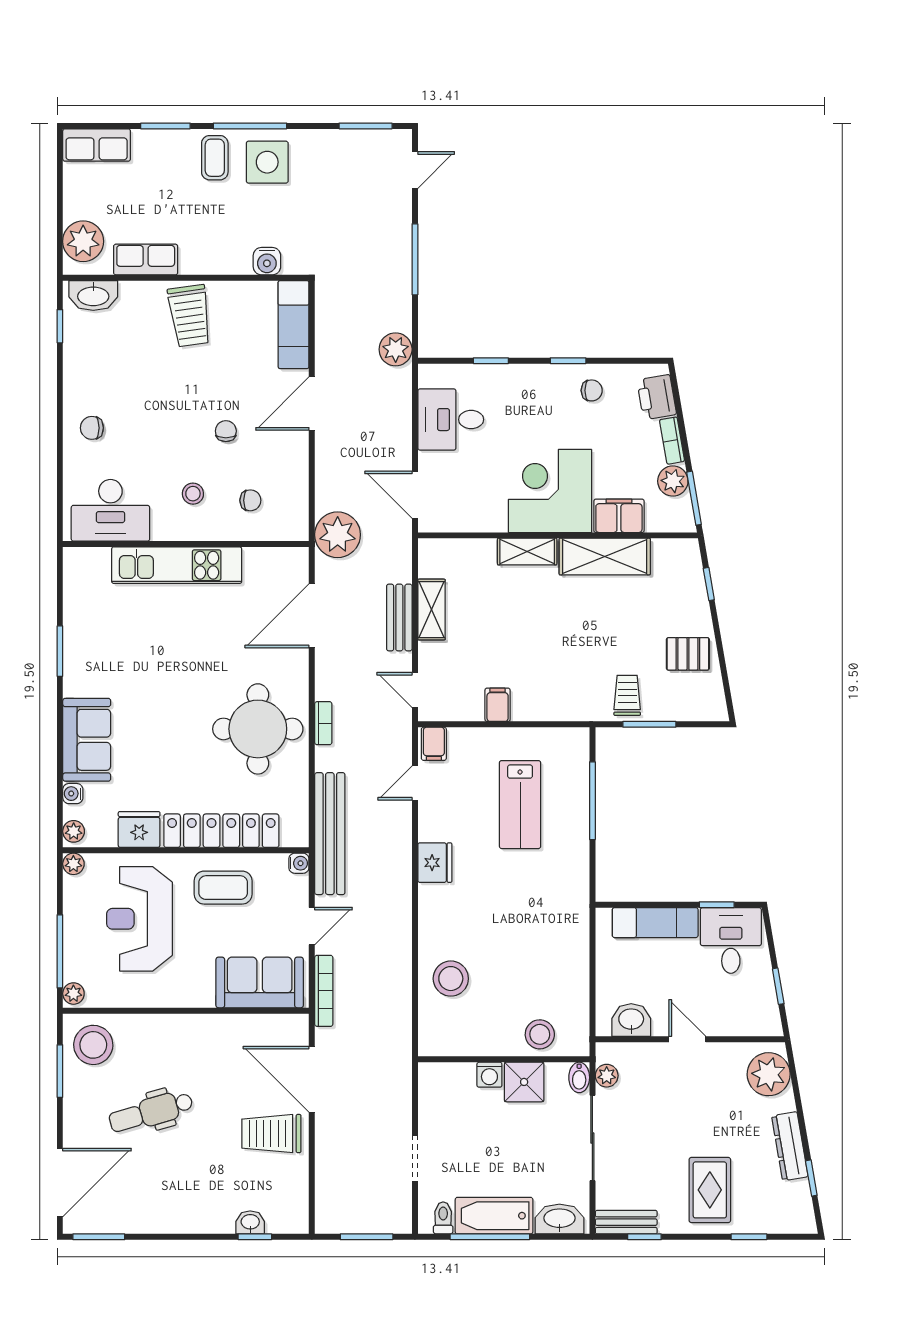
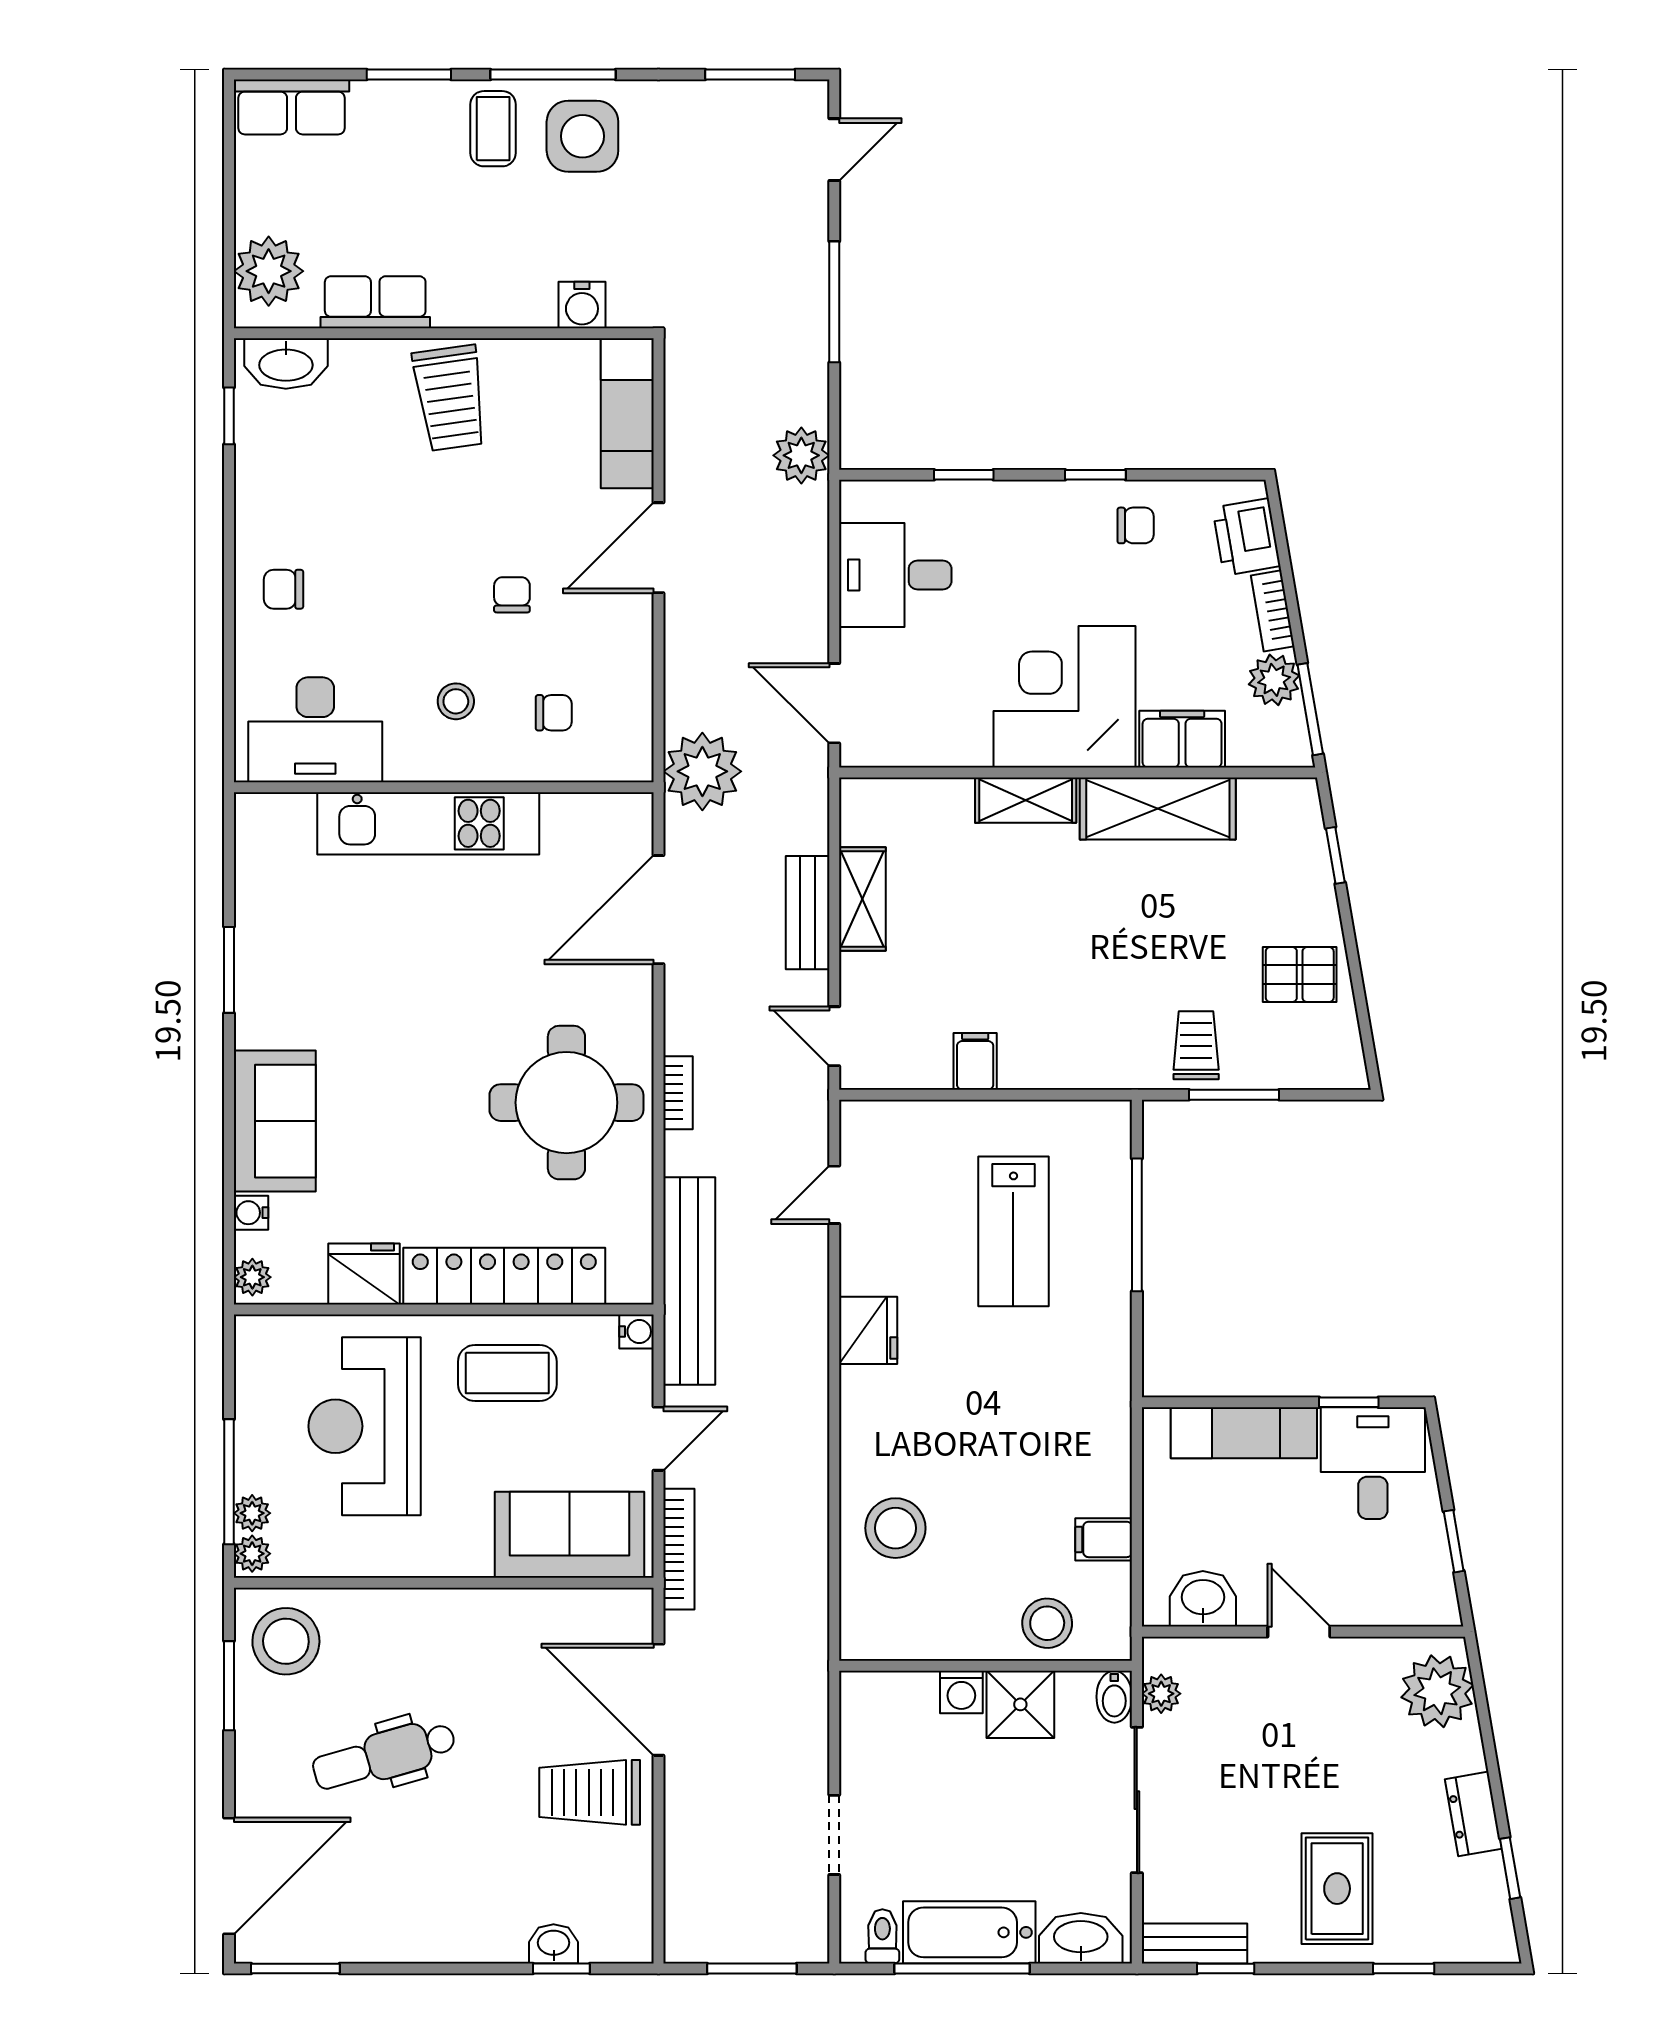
filing cabinet: (434, 744) -> (1104, 1539), moved, turned 90
plant: (73, 864) -> (252, 1513), moved
dresser: (790, 1146) -> (1473, 1814), width x0.70

